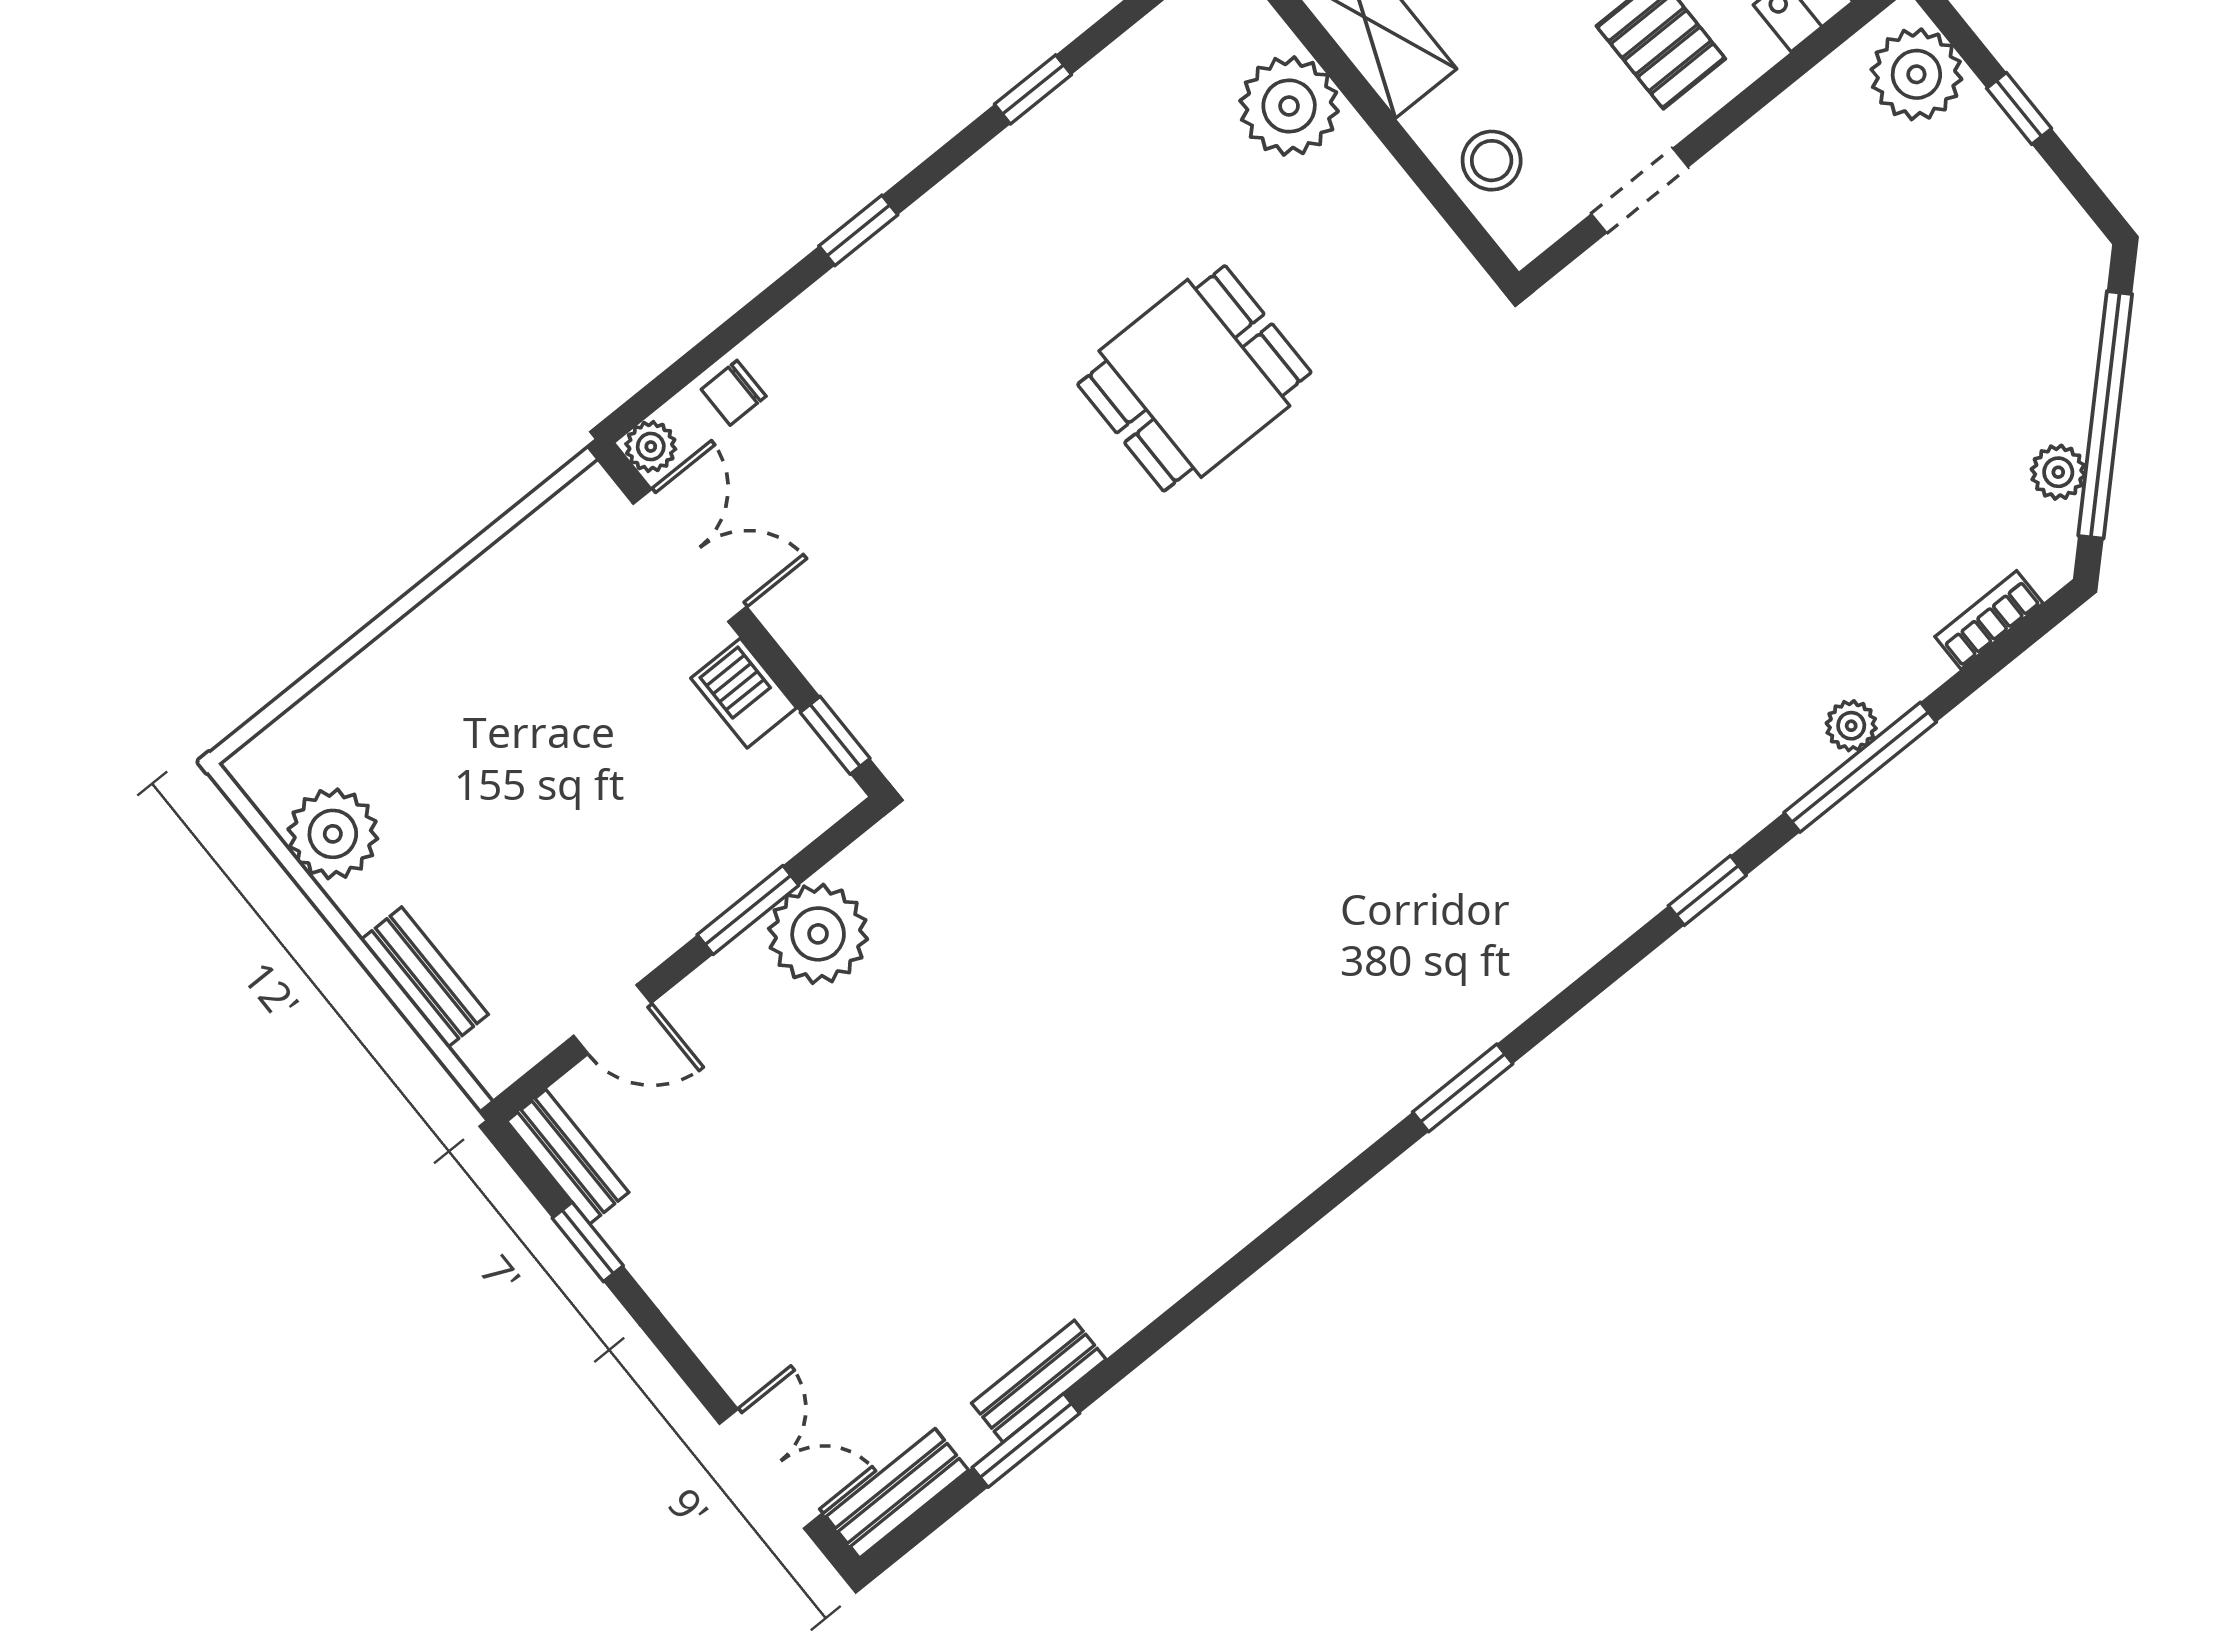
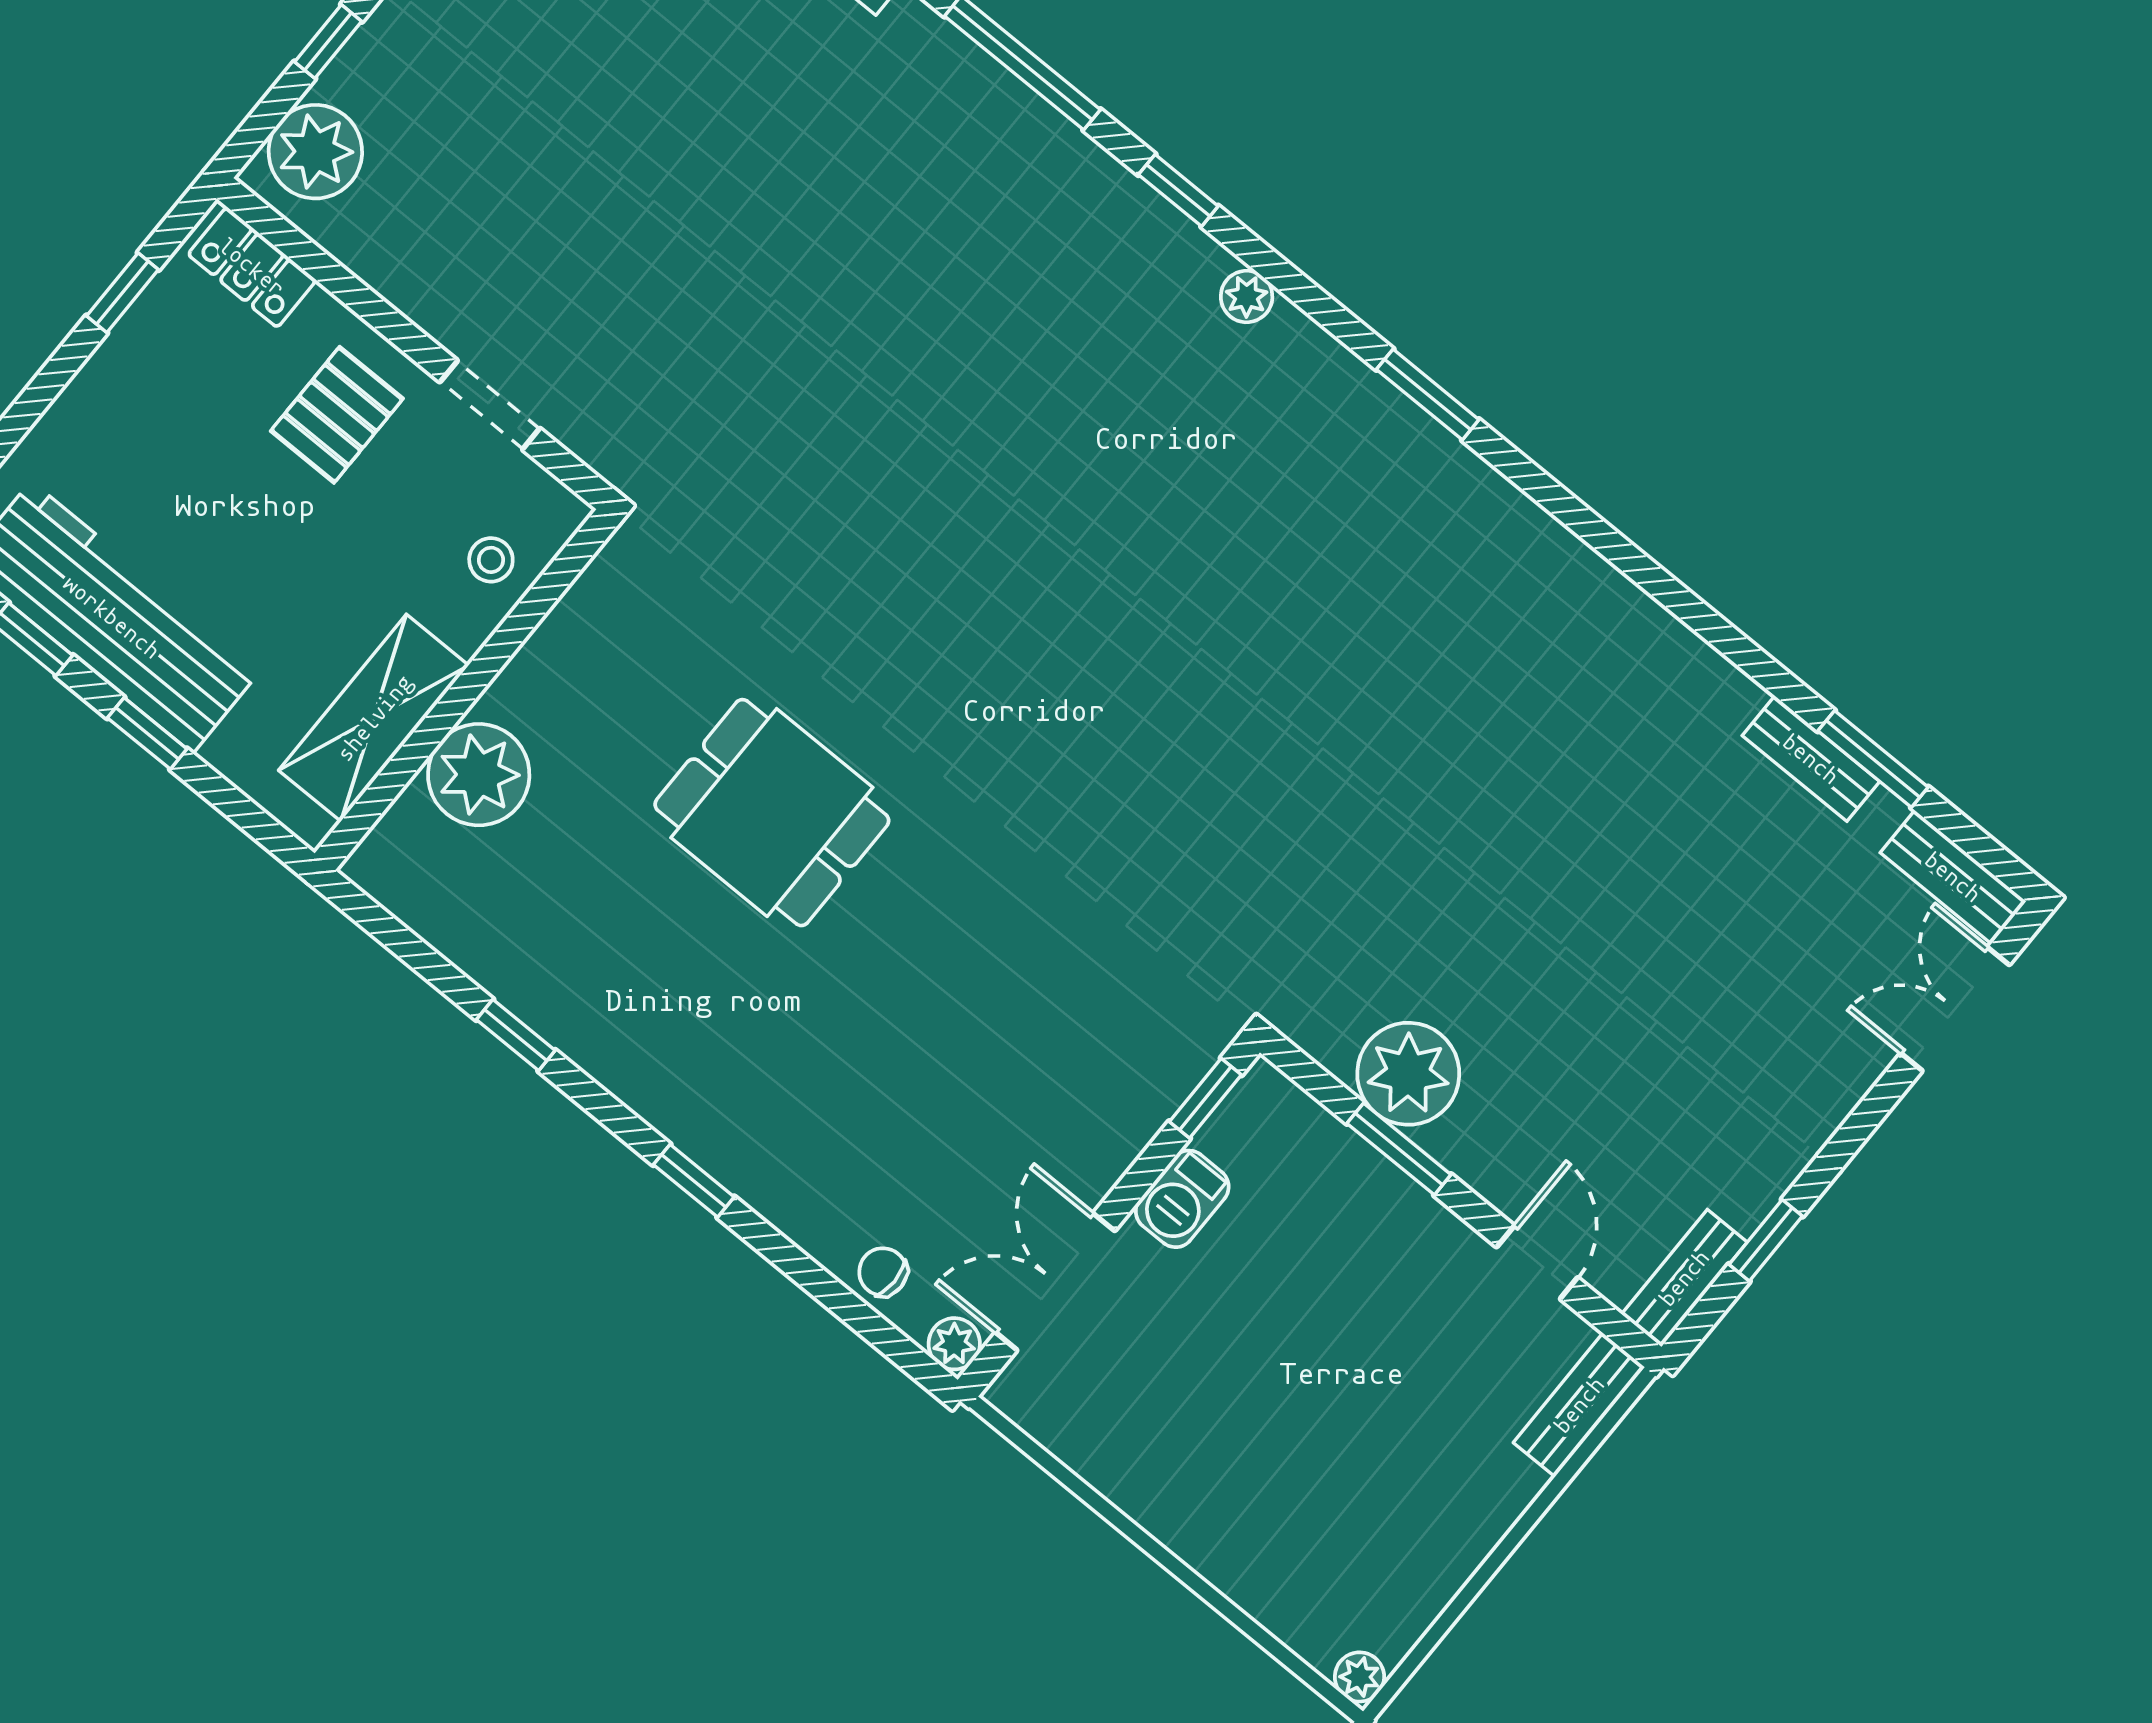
stool: (1492, 161) -> (491, 560), width x0.73, depth x0.73
chair: (734, 393) -> (883, 1272), turned 180
plant: (1851, 726) -> (1247, 297), moved
plant: (333, 834) -> (1360, 1677), moved, width x0.53, depth x0.53
bench: (424, 977) -> (1579, 1405), moved

